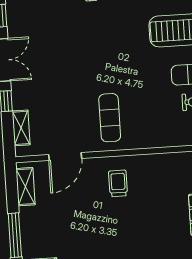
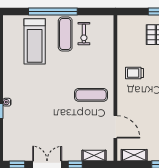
trolley: (118, 183) -> (134, 73), moved

